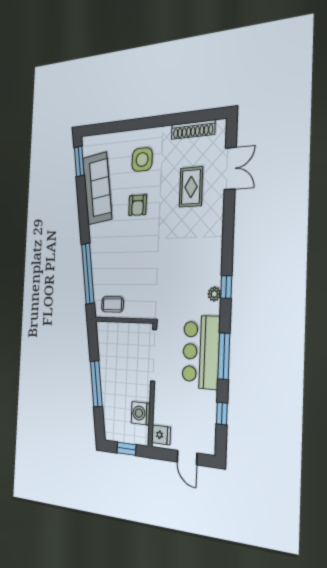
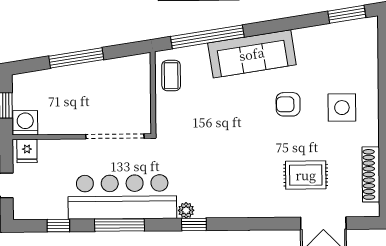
sofa: (97, 188) -> (252, 54), moved
bar counter: (201, 352) -> (122, 197), width x1.36
washing machine: (141, 413) -> (25, 123), moved

